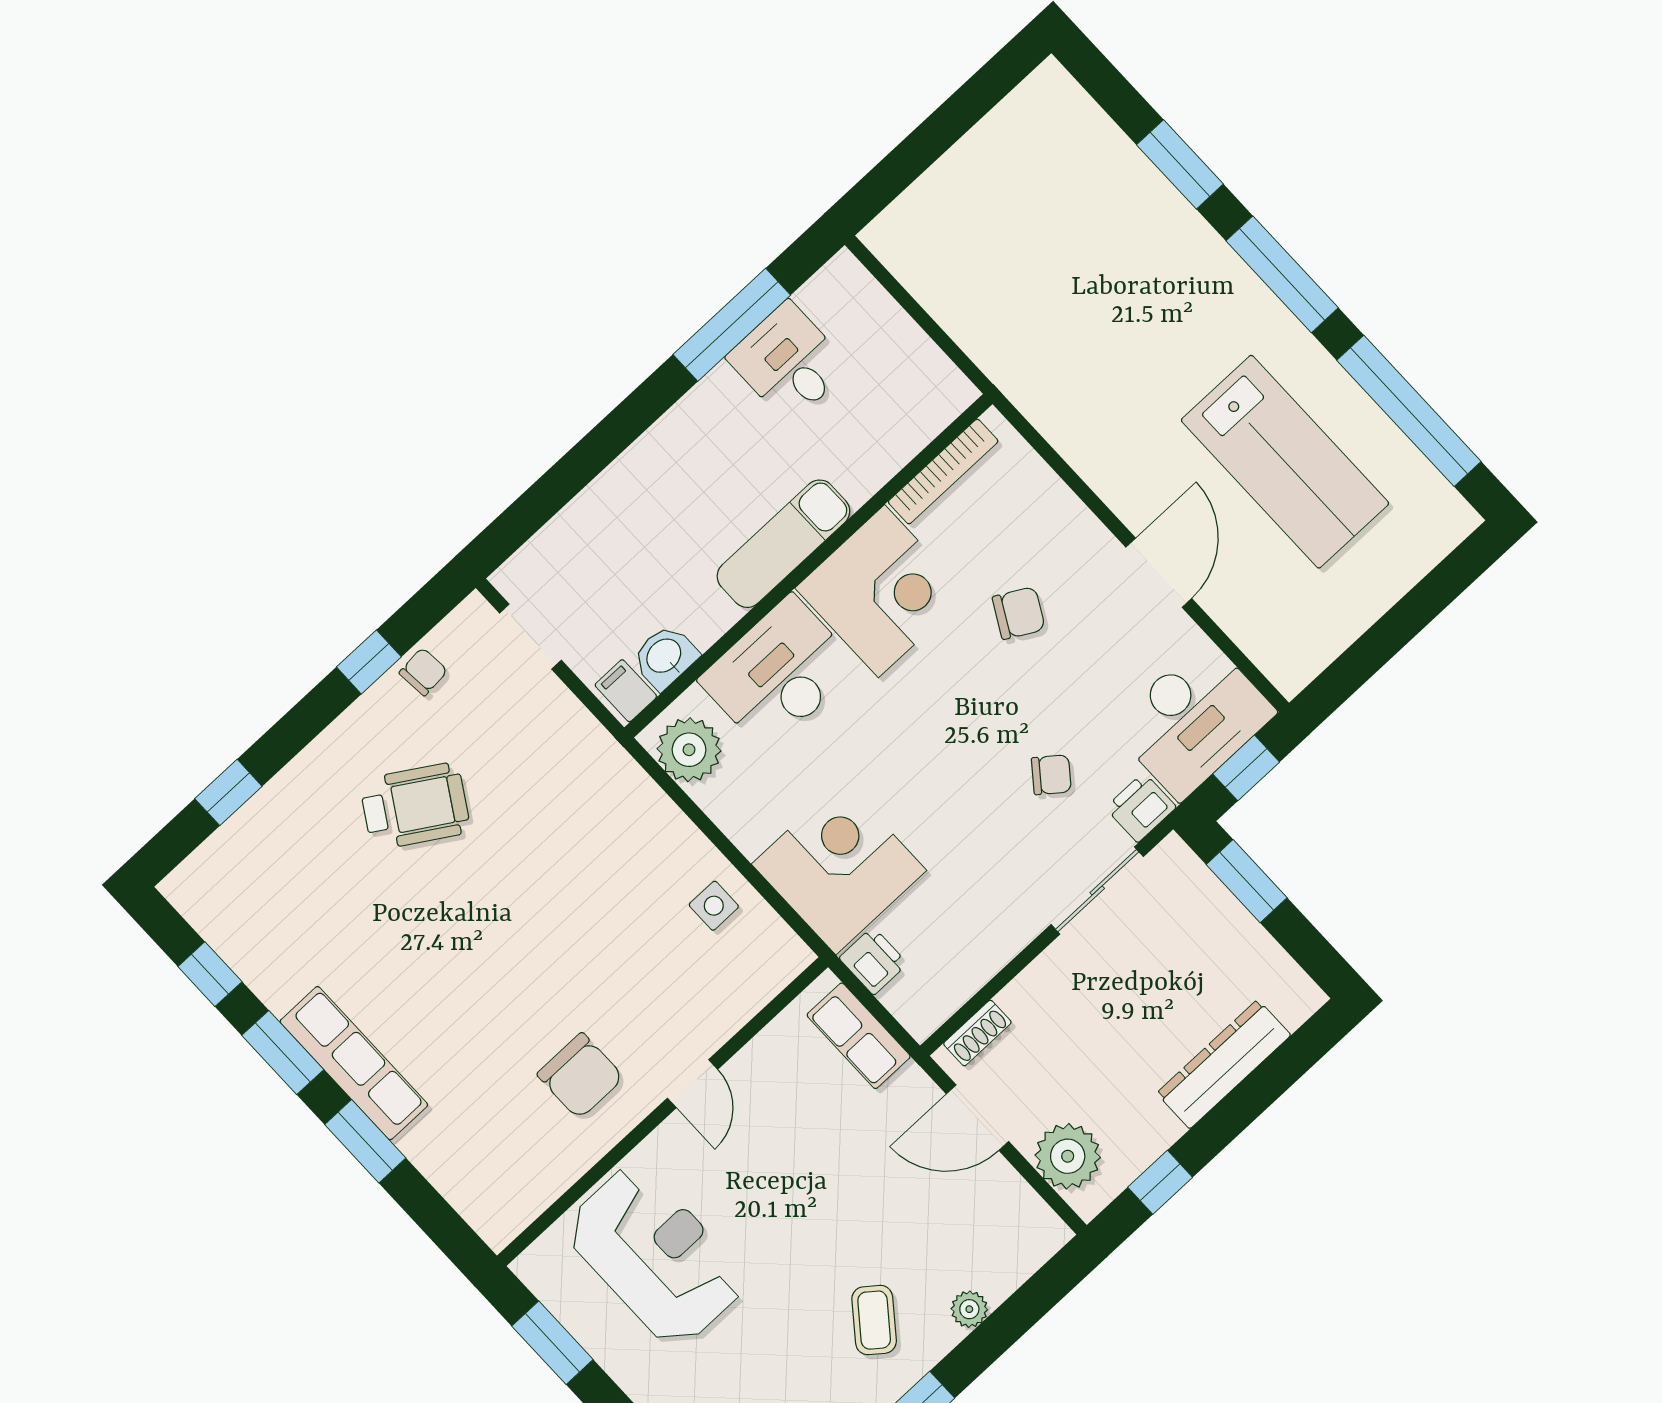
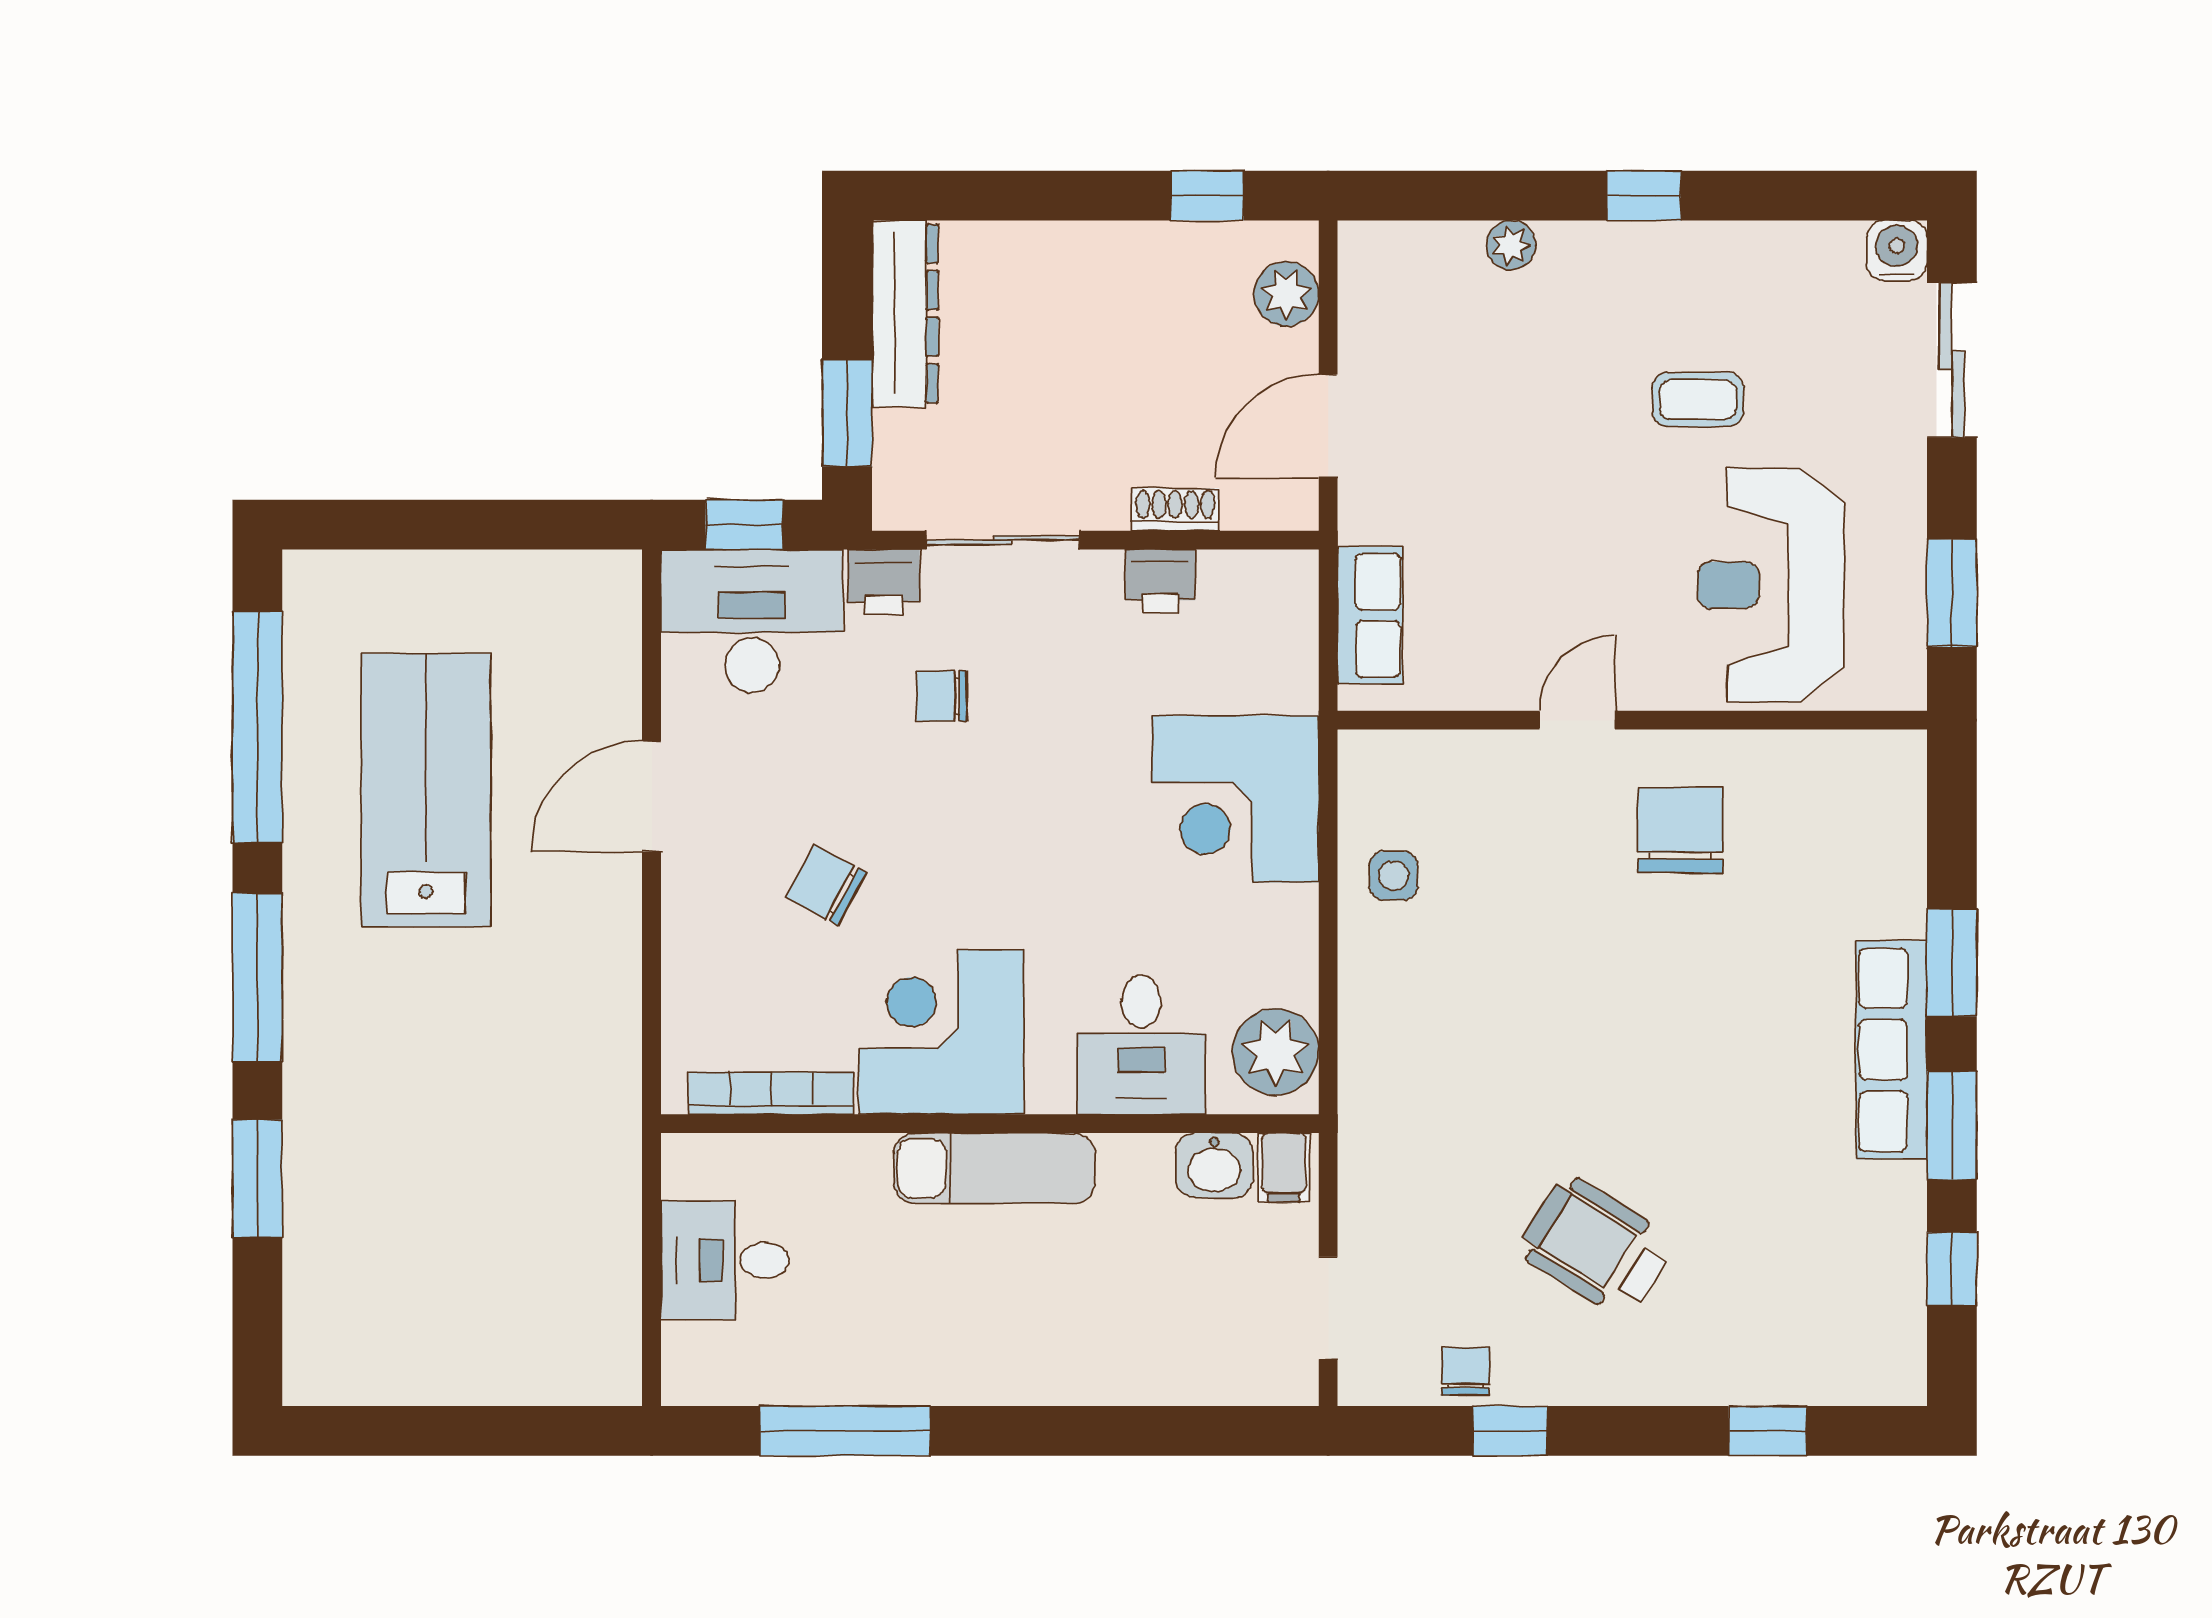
desk: (789, 362) -> (725, 1260), moved, turned 90
chair: (423, 672) -> (1466, 1371), turned 95
desk: (779, 673) -> (1141, 1045), width x0.73
chair: (1051, 775) -> (942, 696), turned -38
printer: (873, 961) -> (1160, 581), moved, turned -90
shoe rack: (977, 1033) -> (1175, 509), moved
dresser: (1224, 1064) -> (905, 314), moved, turned -90
door: (977, 1118) -> (1328, 426), swing flipped
plant: (1068, 1156) -> (1286, 294), width x0.73, depth x0.73
coffee table: (874, 1320) -> (1698, 400), moved, turned 52

